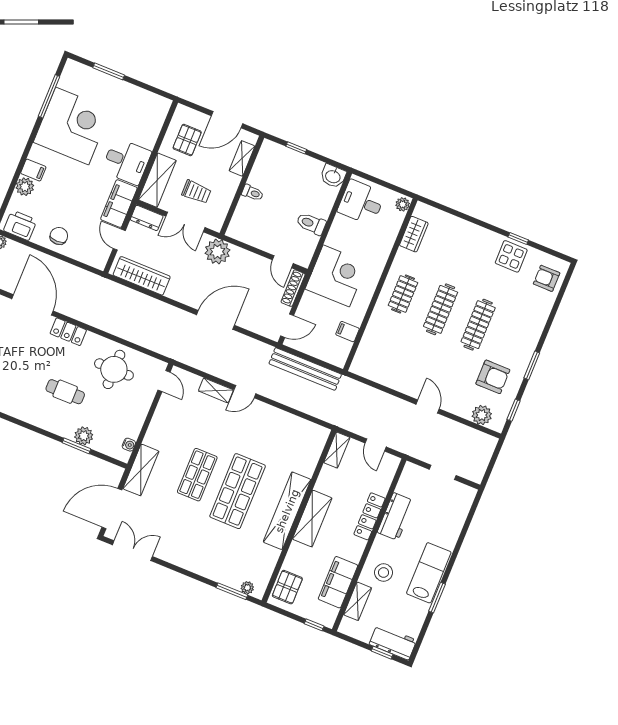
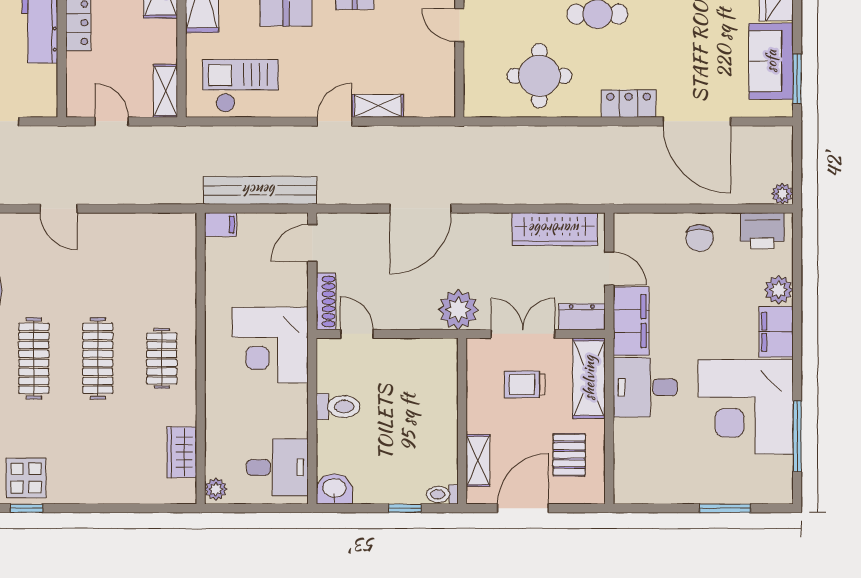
filing cabinet: (33, 170) -> (776, 332), width x2.00
toilet: (253, 193) -> (442, 494), moved
filing cabinet: (347, 332) -> (221, 225), moved
door: (164, 381) -> (459, 25), moved
checkout: (292, 435) -> (241, 86), added

